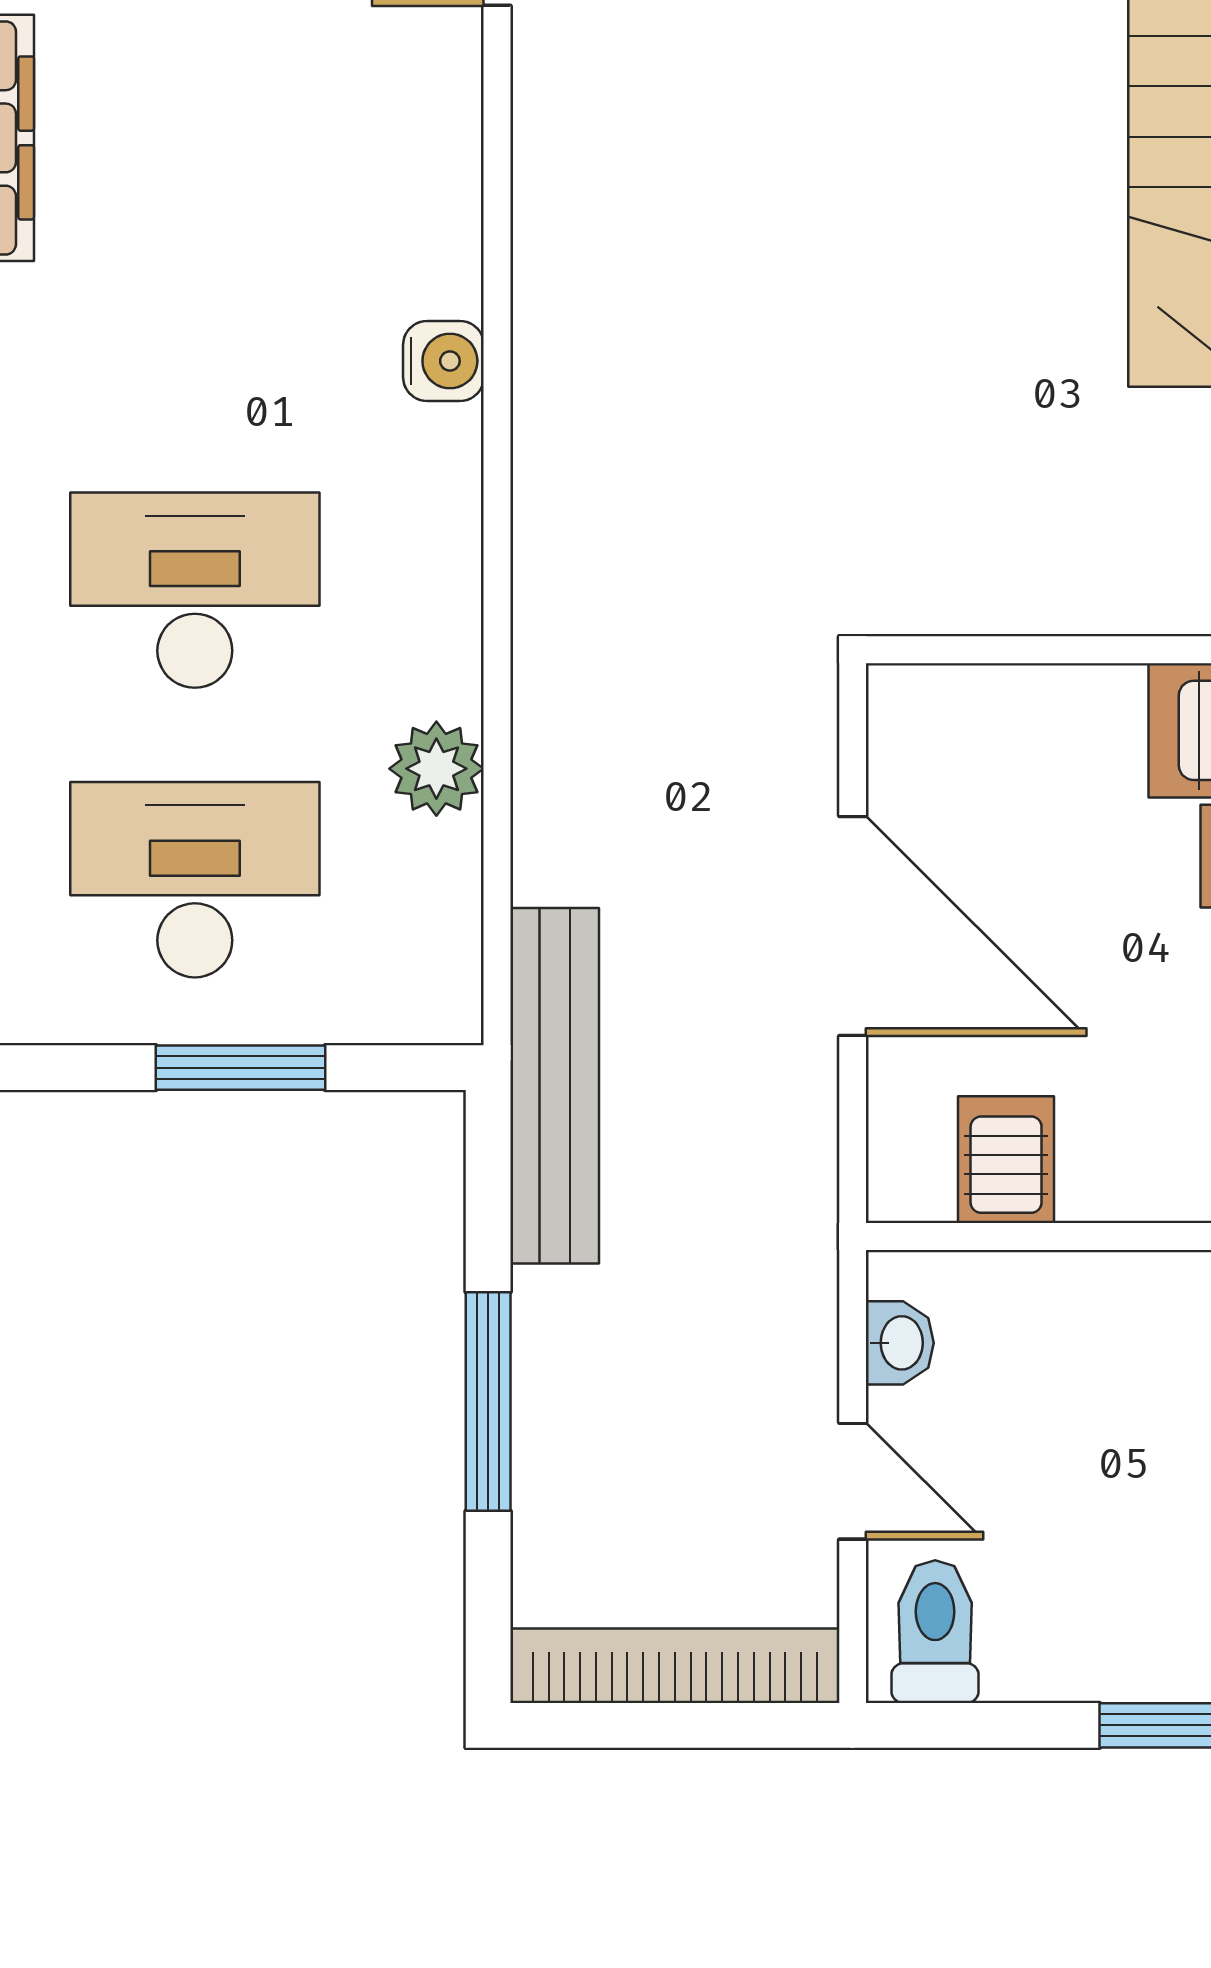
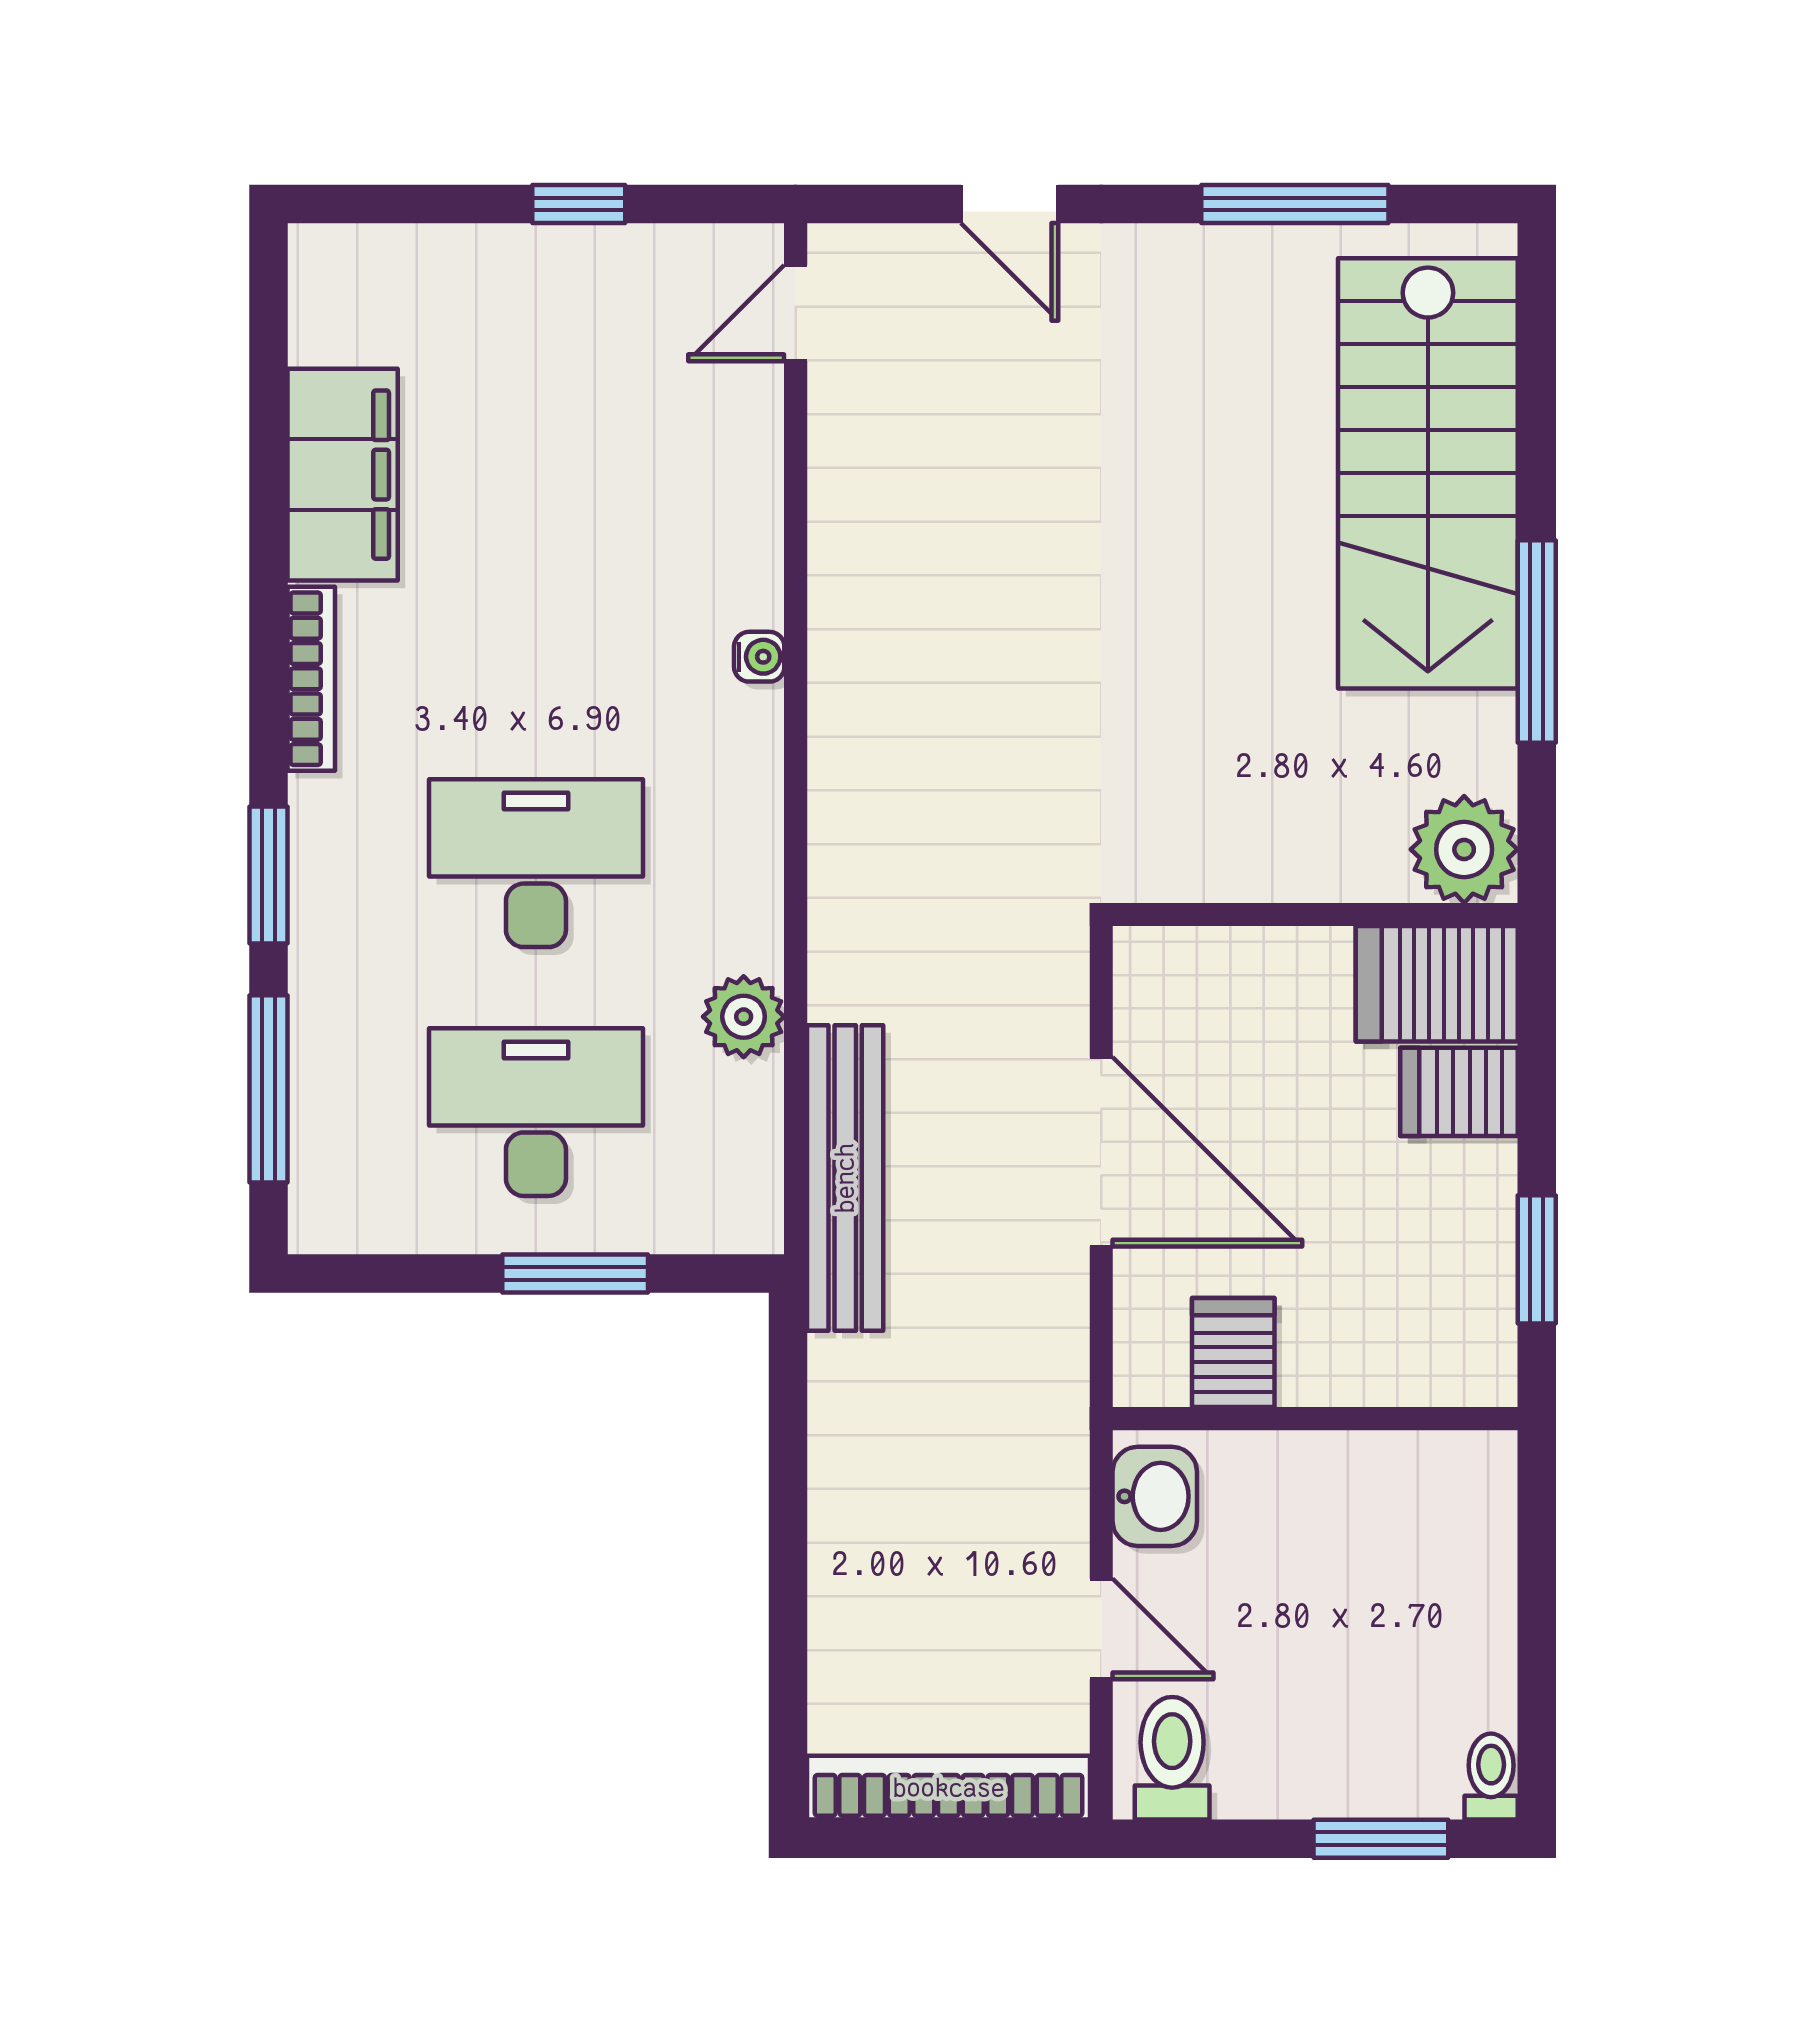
water cooler: (443, 361) -> (759, 657), width x0.72, depth x0.72
bench: (555, 1086) -> (845, 1178), moved
washbasin: (900, 1343) -> (1155, 1496), width x1.38, depth x1.45
window: (488, 1402) -> (788, 1561), removed

